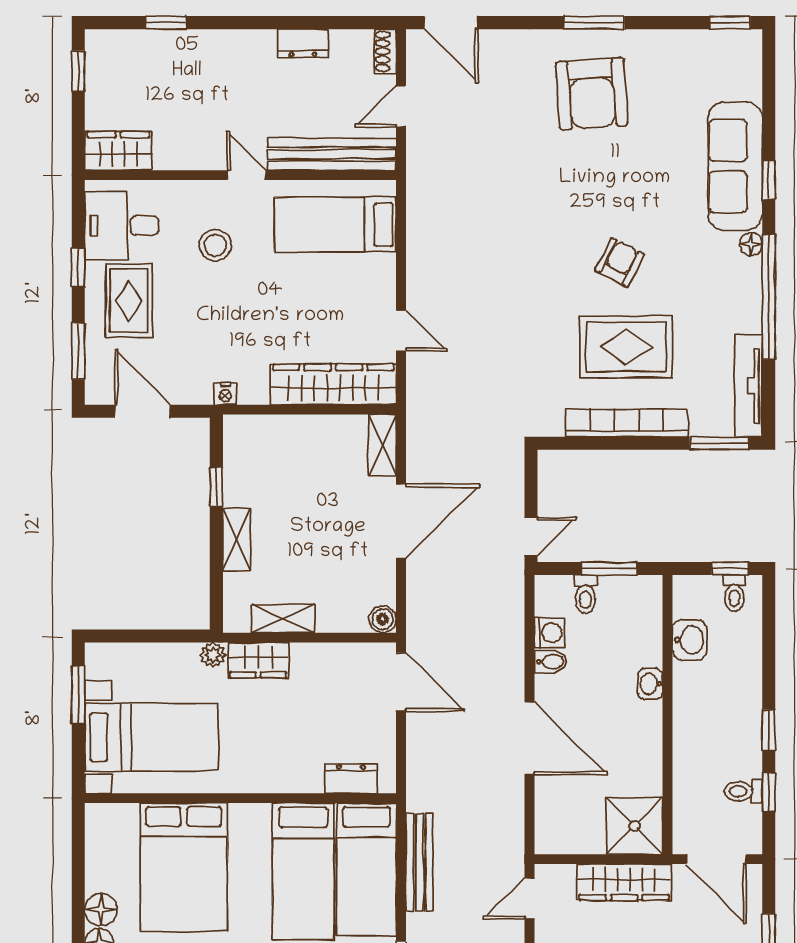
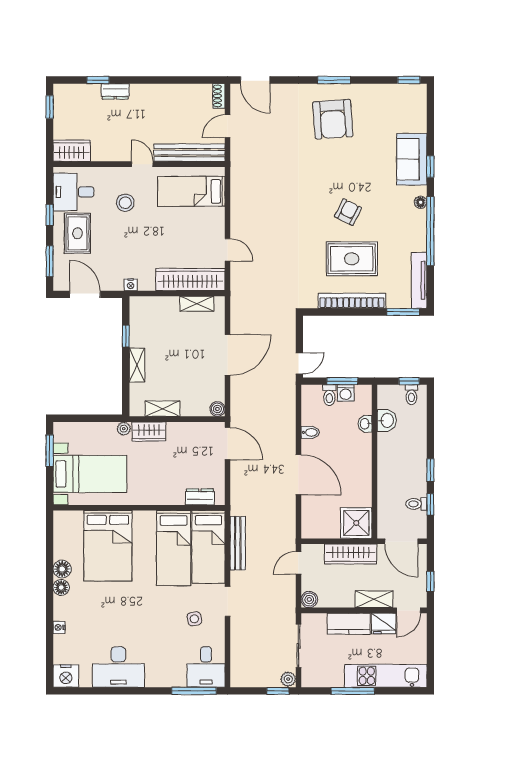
dresser: (303, 43) -> (115, 91), moved
sofa: (735, 166) -> (412, 159), width x0.73
shelving: (382, 445) -> (197, 304), moved, turned 90
washing machine: (549, 633) -> (346, 393), moved, turned 90
washbasin: (650, 684) -> (365, 424), moved

